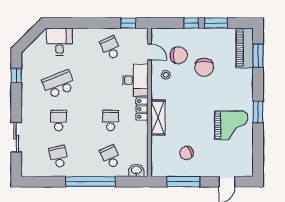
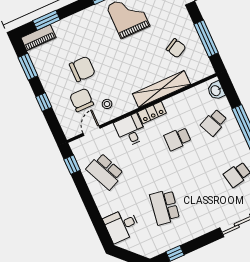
window: (216, 23) -> (28, 67), moved
school desk: (111, 48) -> (105, 171), width x1.85
piano: (244, 48) -> (38, 38), width x0.73, depth x0.75
desk: (135, 80) -> (130, 130), width x0.73
school desk: (59, 84) -> (165, 207), turned 30
shelving: (158, 117) -> (161, 89), width x1.47
school desk: (59, 120) -> (201, 191), removed

